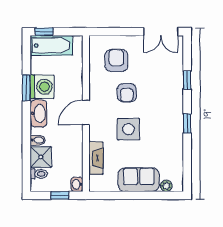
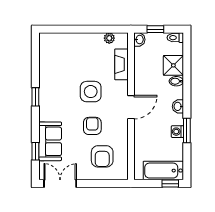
window: (187, 80) -> (35, 151), moved
washing machine: (42, 87) -> (177, 132), width x0.53, depth x0.53
washbasin: (39, 113) -> (178, 106), width x0.52, depth x0.69
toilet: (39, 174) -> (175, 38), moved
sofa: (139, 180) -> (50, 141), moved, turned -90
plant: (166, 186) -> (109, 38), moved

